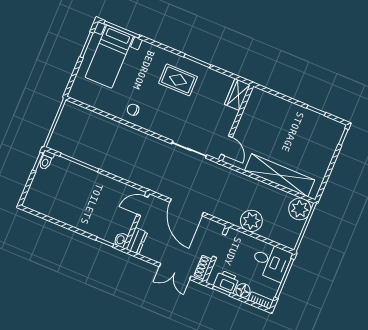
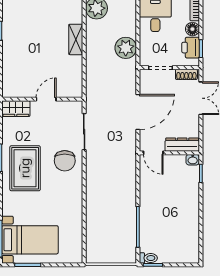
rug: (178, 80) -> (25, 168), width x1.36, depth x1.43
chair: (133, 110) -> (65, 161), moved, width x1.87, depth x1.87
door: (227, 146) -> (46, 99), moved
shelving: (280, 175) -> (76, 39), width x0.45, depth x0.75
dresser: (137, 241) -> (182, 145), width x1.44

